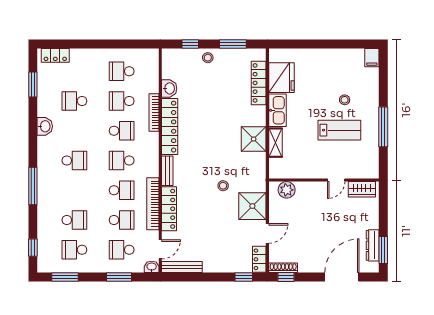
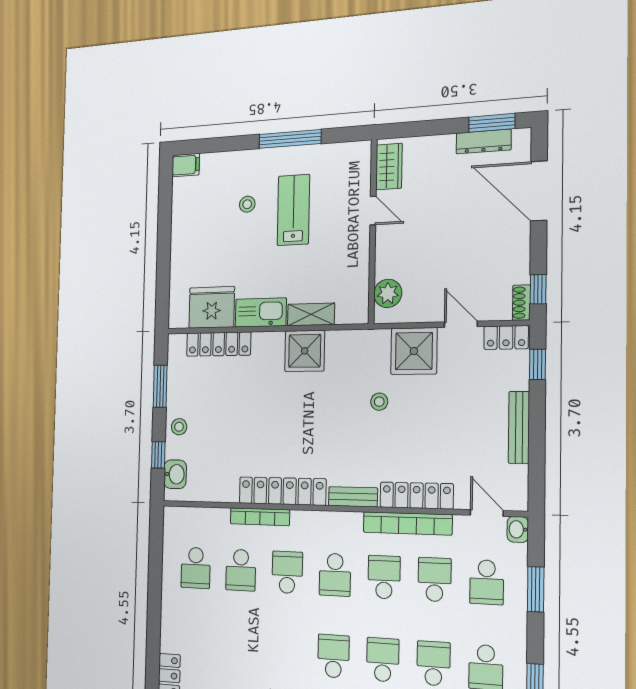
washbasin: (169, 88) -> (175, 474), moved, turned 90
school desk: (74, 101) -> (383, 660), moved, turned 180
bench: (182, 267) -> (519, 427), moved
shoe rack: (283, 268) -> (521, 303), width x0.70

